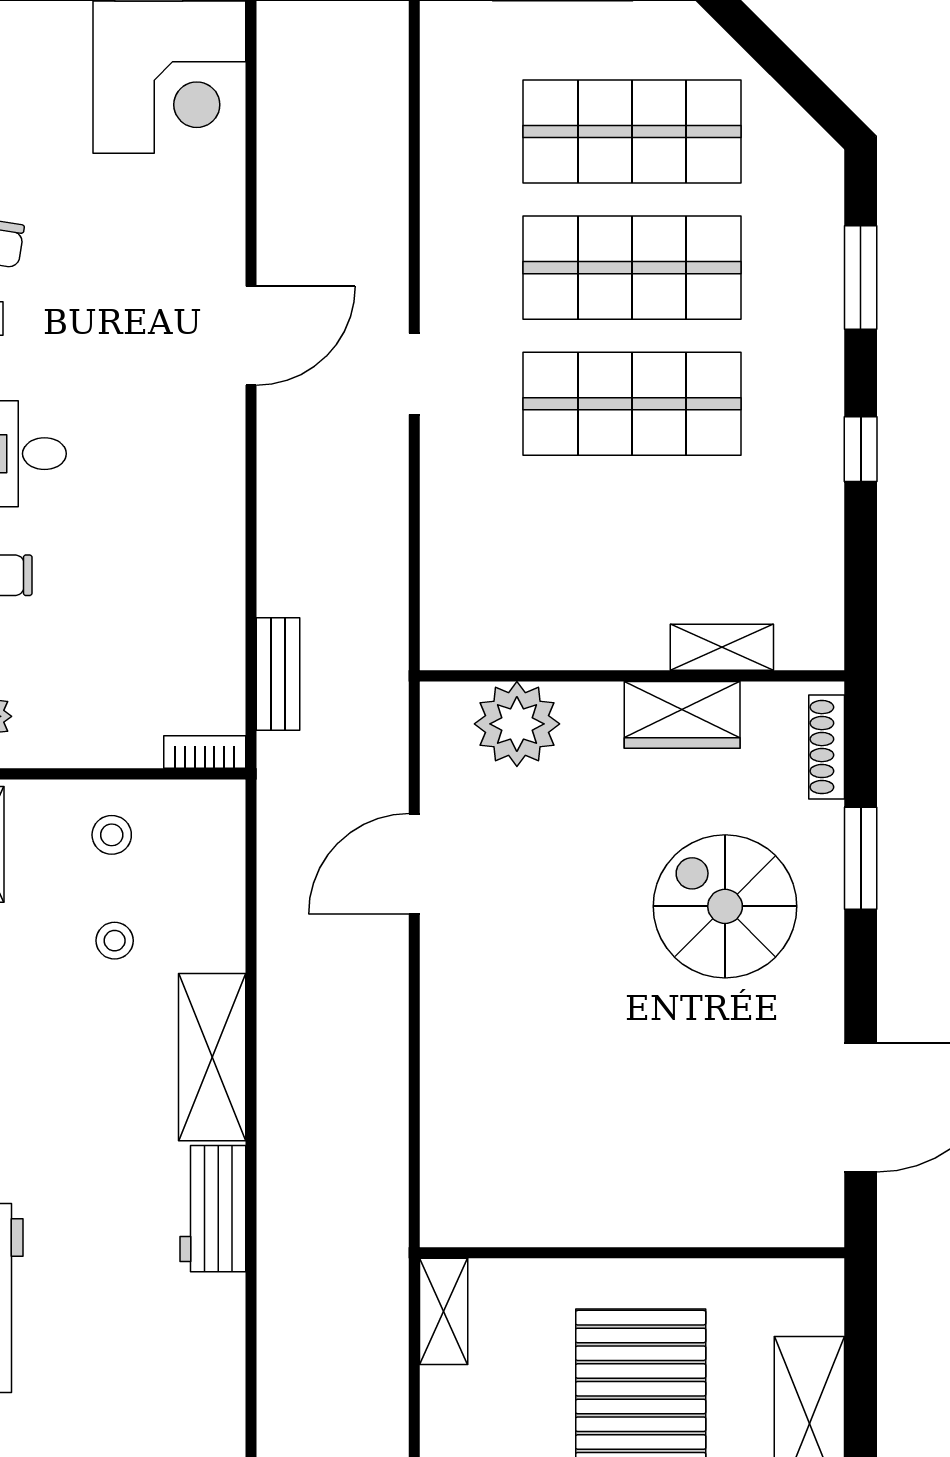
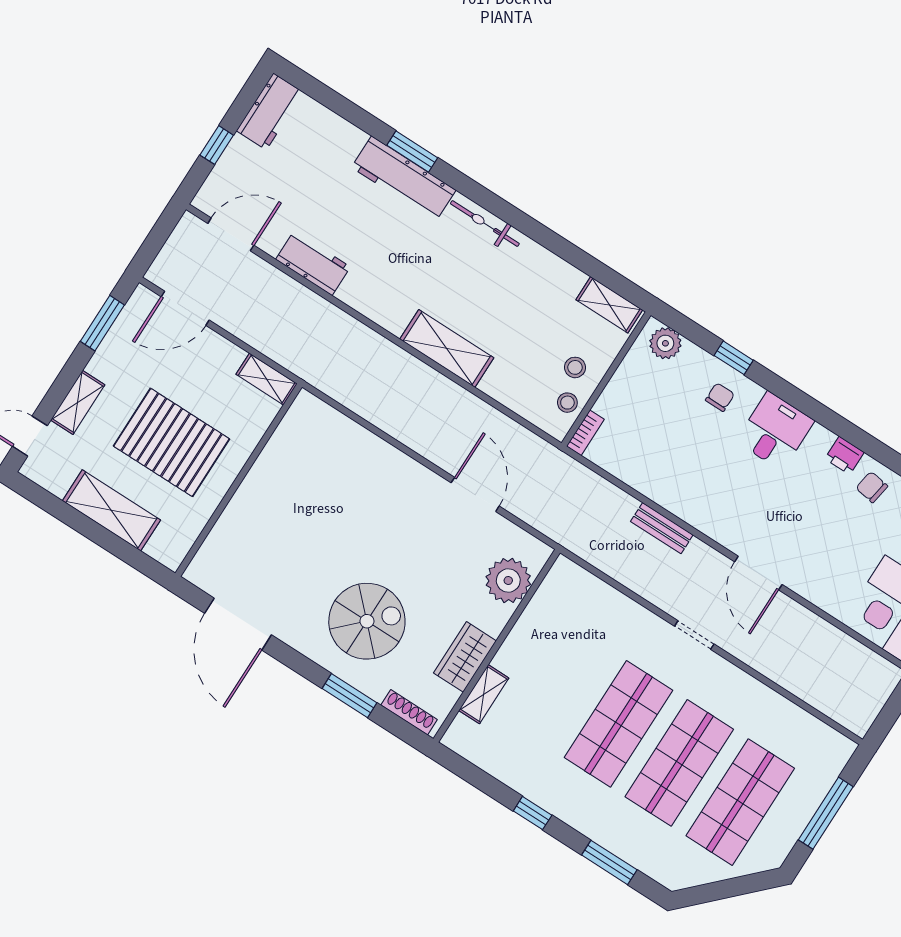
bench: (278, 674) -> (662, 528), moved
stool: (115, 941) -> (567, 403), moved
workbench: (213, 1209) -> (313, 263), moved

